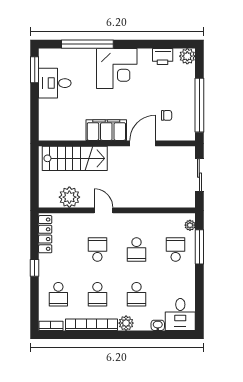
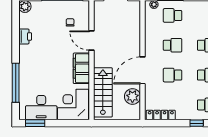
printer: (163, 57) -> (25, 36), moved
corner desk: (117, 68) -> (73, 105), moved, turned -90
desk: (55, 83) -> (41, 108), width x1.37
door: (104, 210) -> (143, 70), width x1.87
window: (35, 268) -> (197, 123), moved

